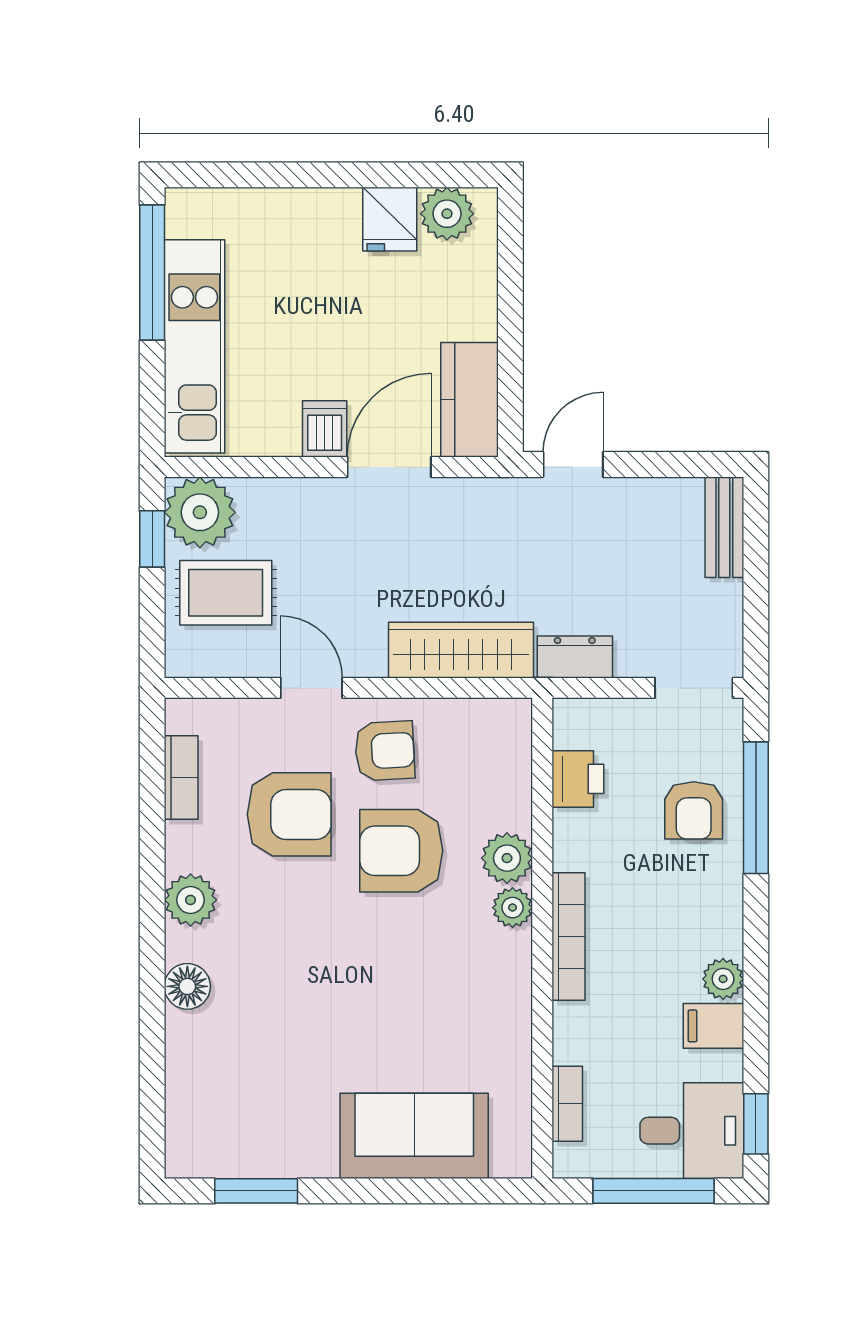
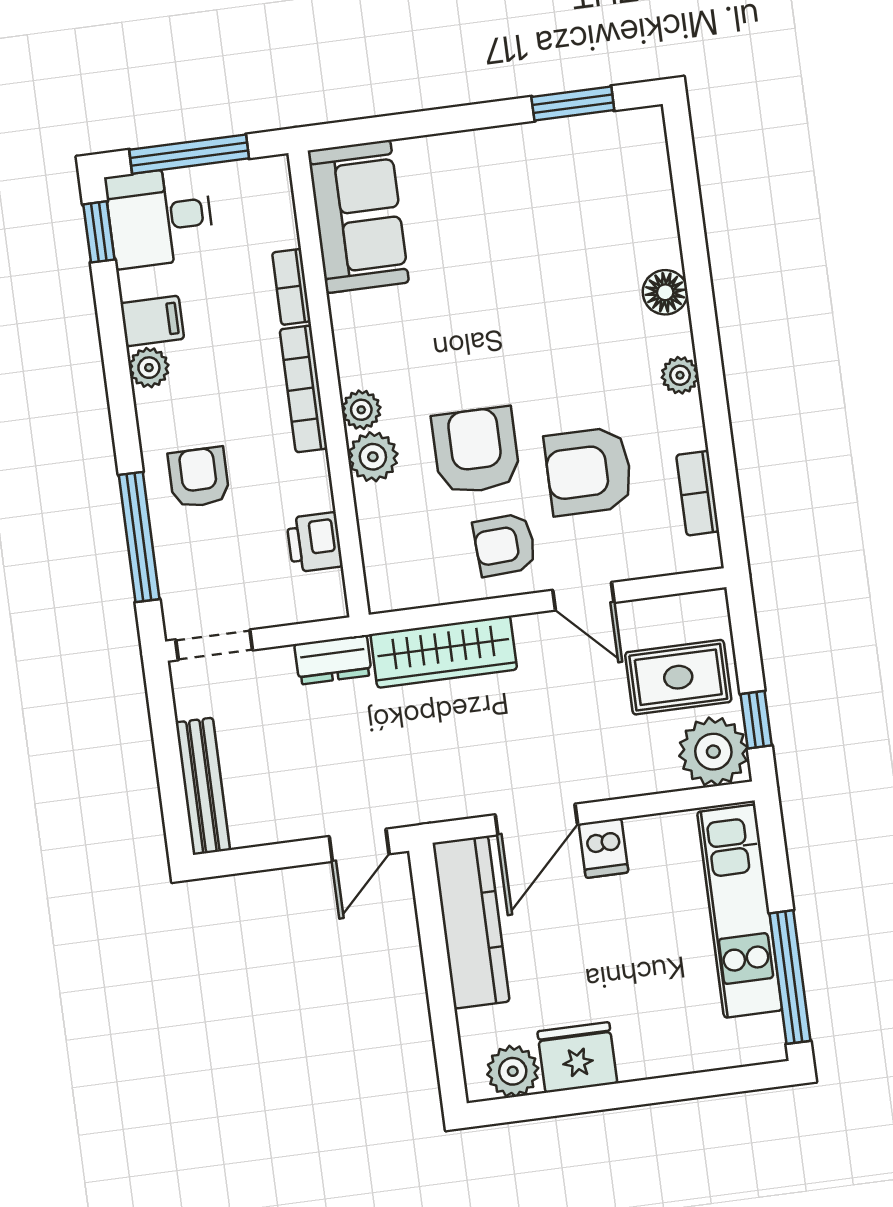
fridge: (390, 219) -> (577, 1057), width x1.38
kitchen counter: (469, 400) -> (471, 922), width x1.50
bench: (724, 527) -> (203, 786), width x1.36
armchair: (694, 810) -> (199, 477), moved
armchair: (401, 851) -> (476, 450), turned -90
plant: (191, 900) -> (680, 375), width x0.73, depth x0.73
bookcase: (567, 1104) -> (291, 287), moved
sofa: (414, 1136) -> (358, 217), moved, turned -90

